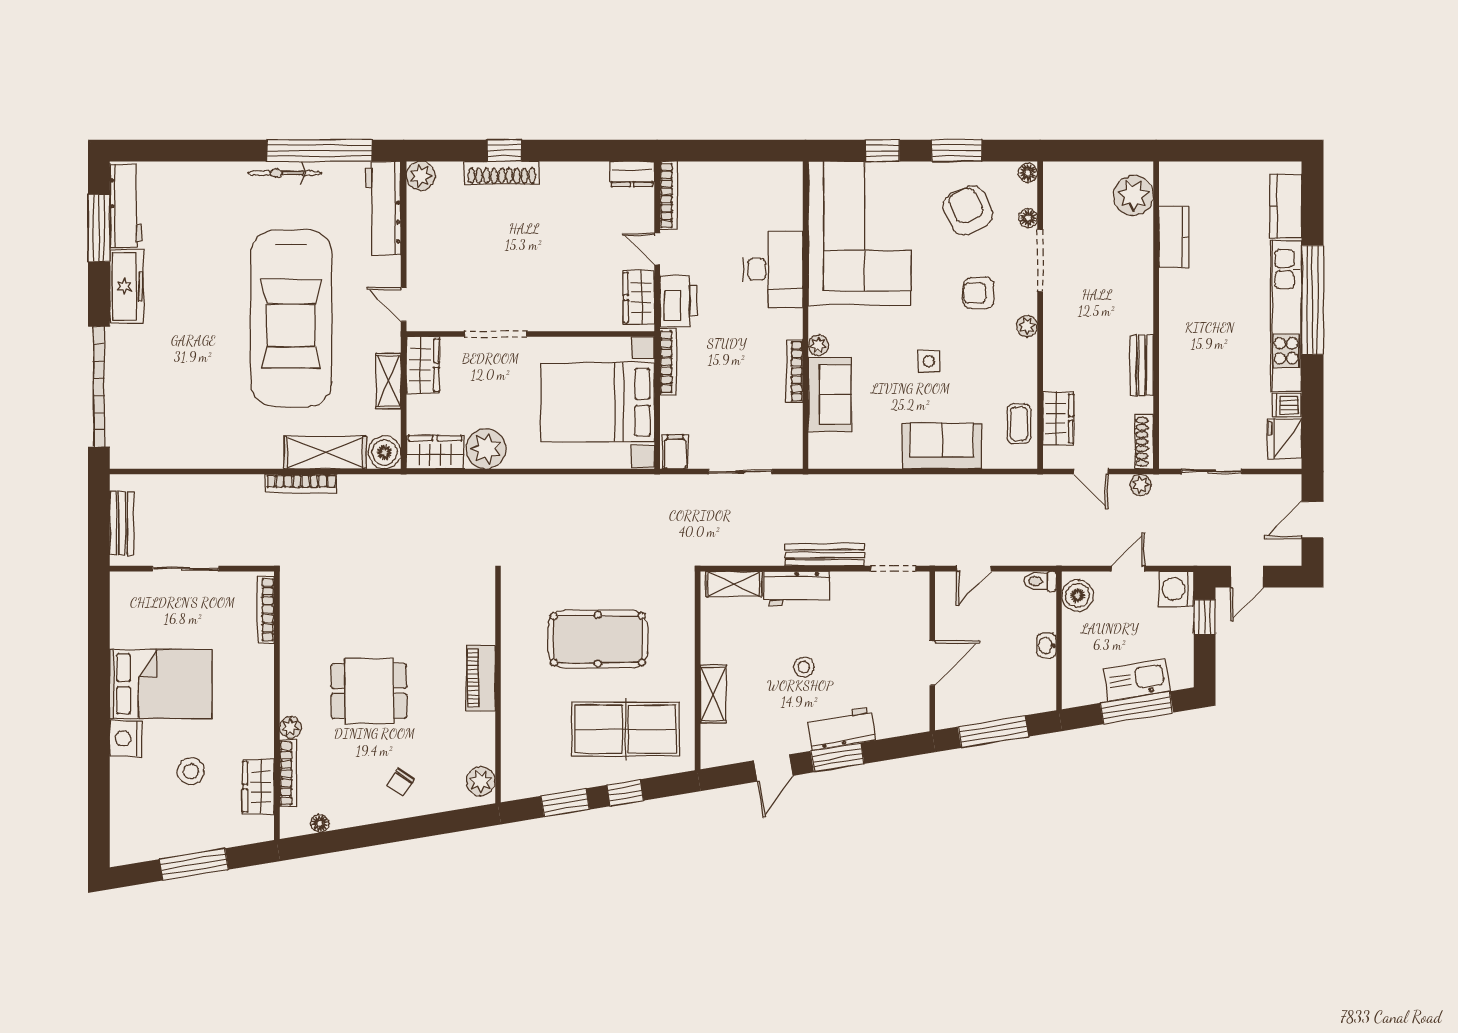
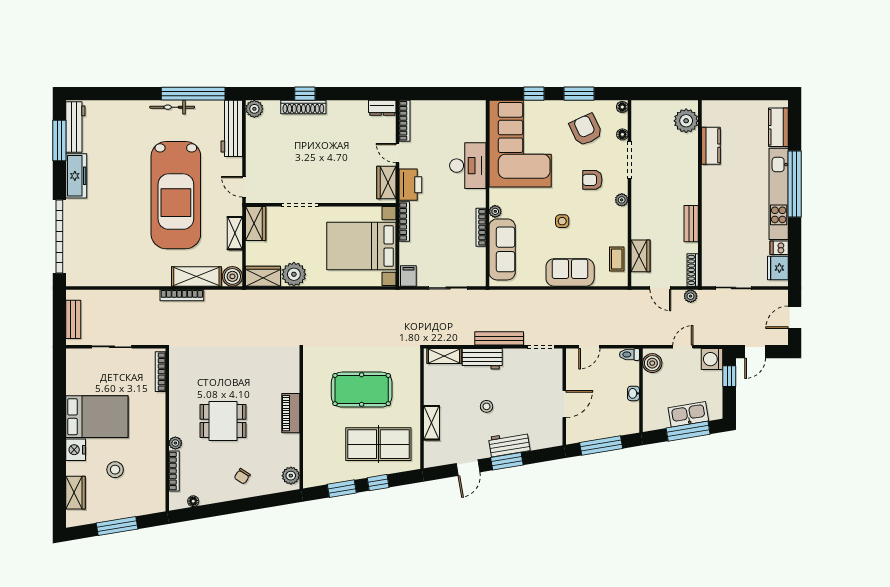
sofa: (830, 394) -> (502, 249), width x1.36
wardrobe: (258, 787) -> (76, 493), moved, turned 180

